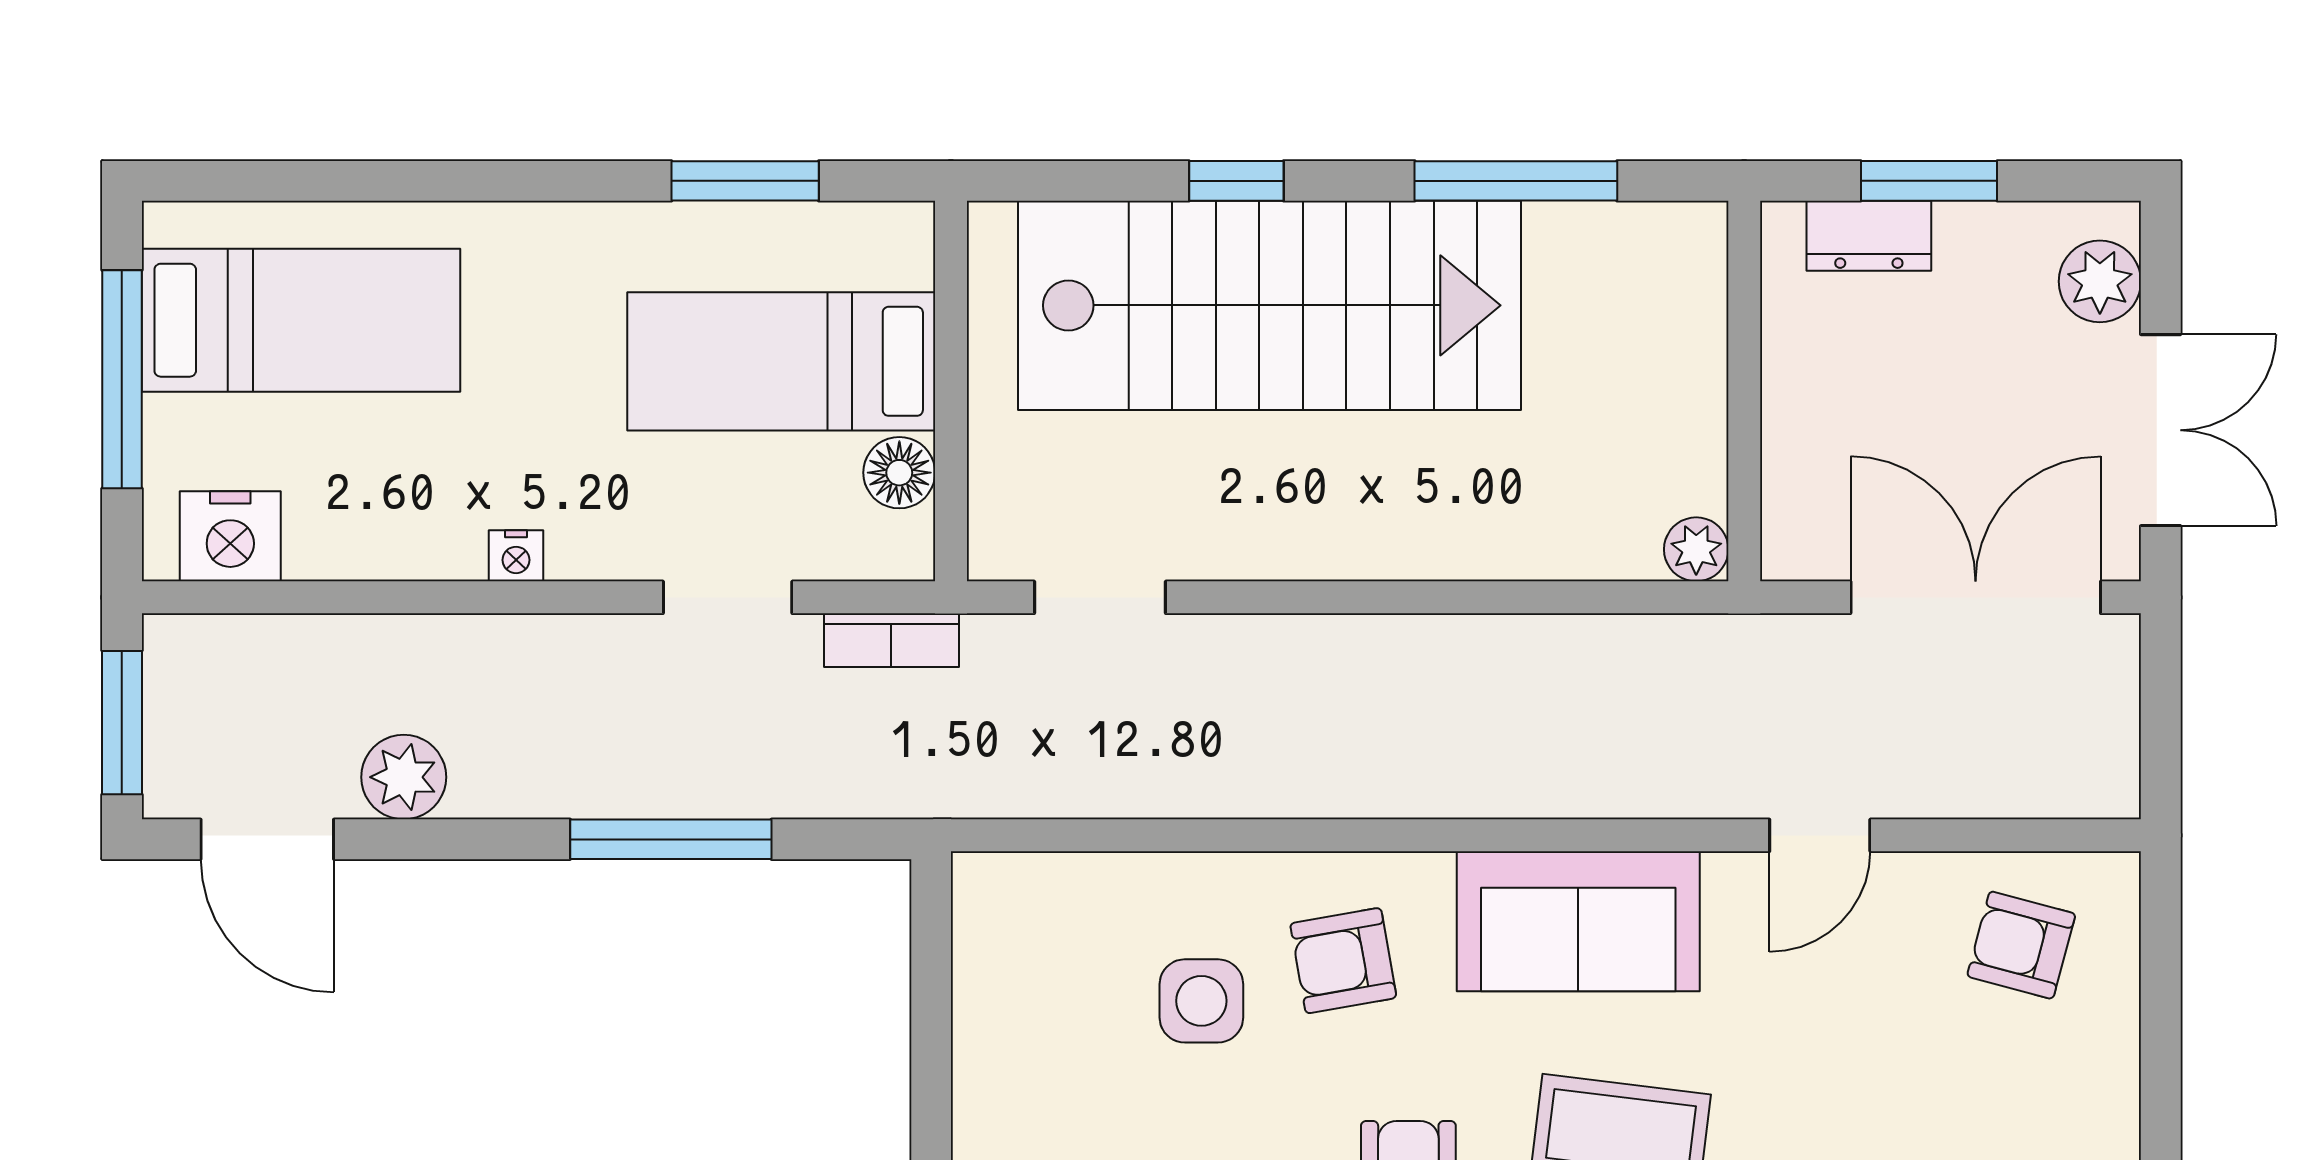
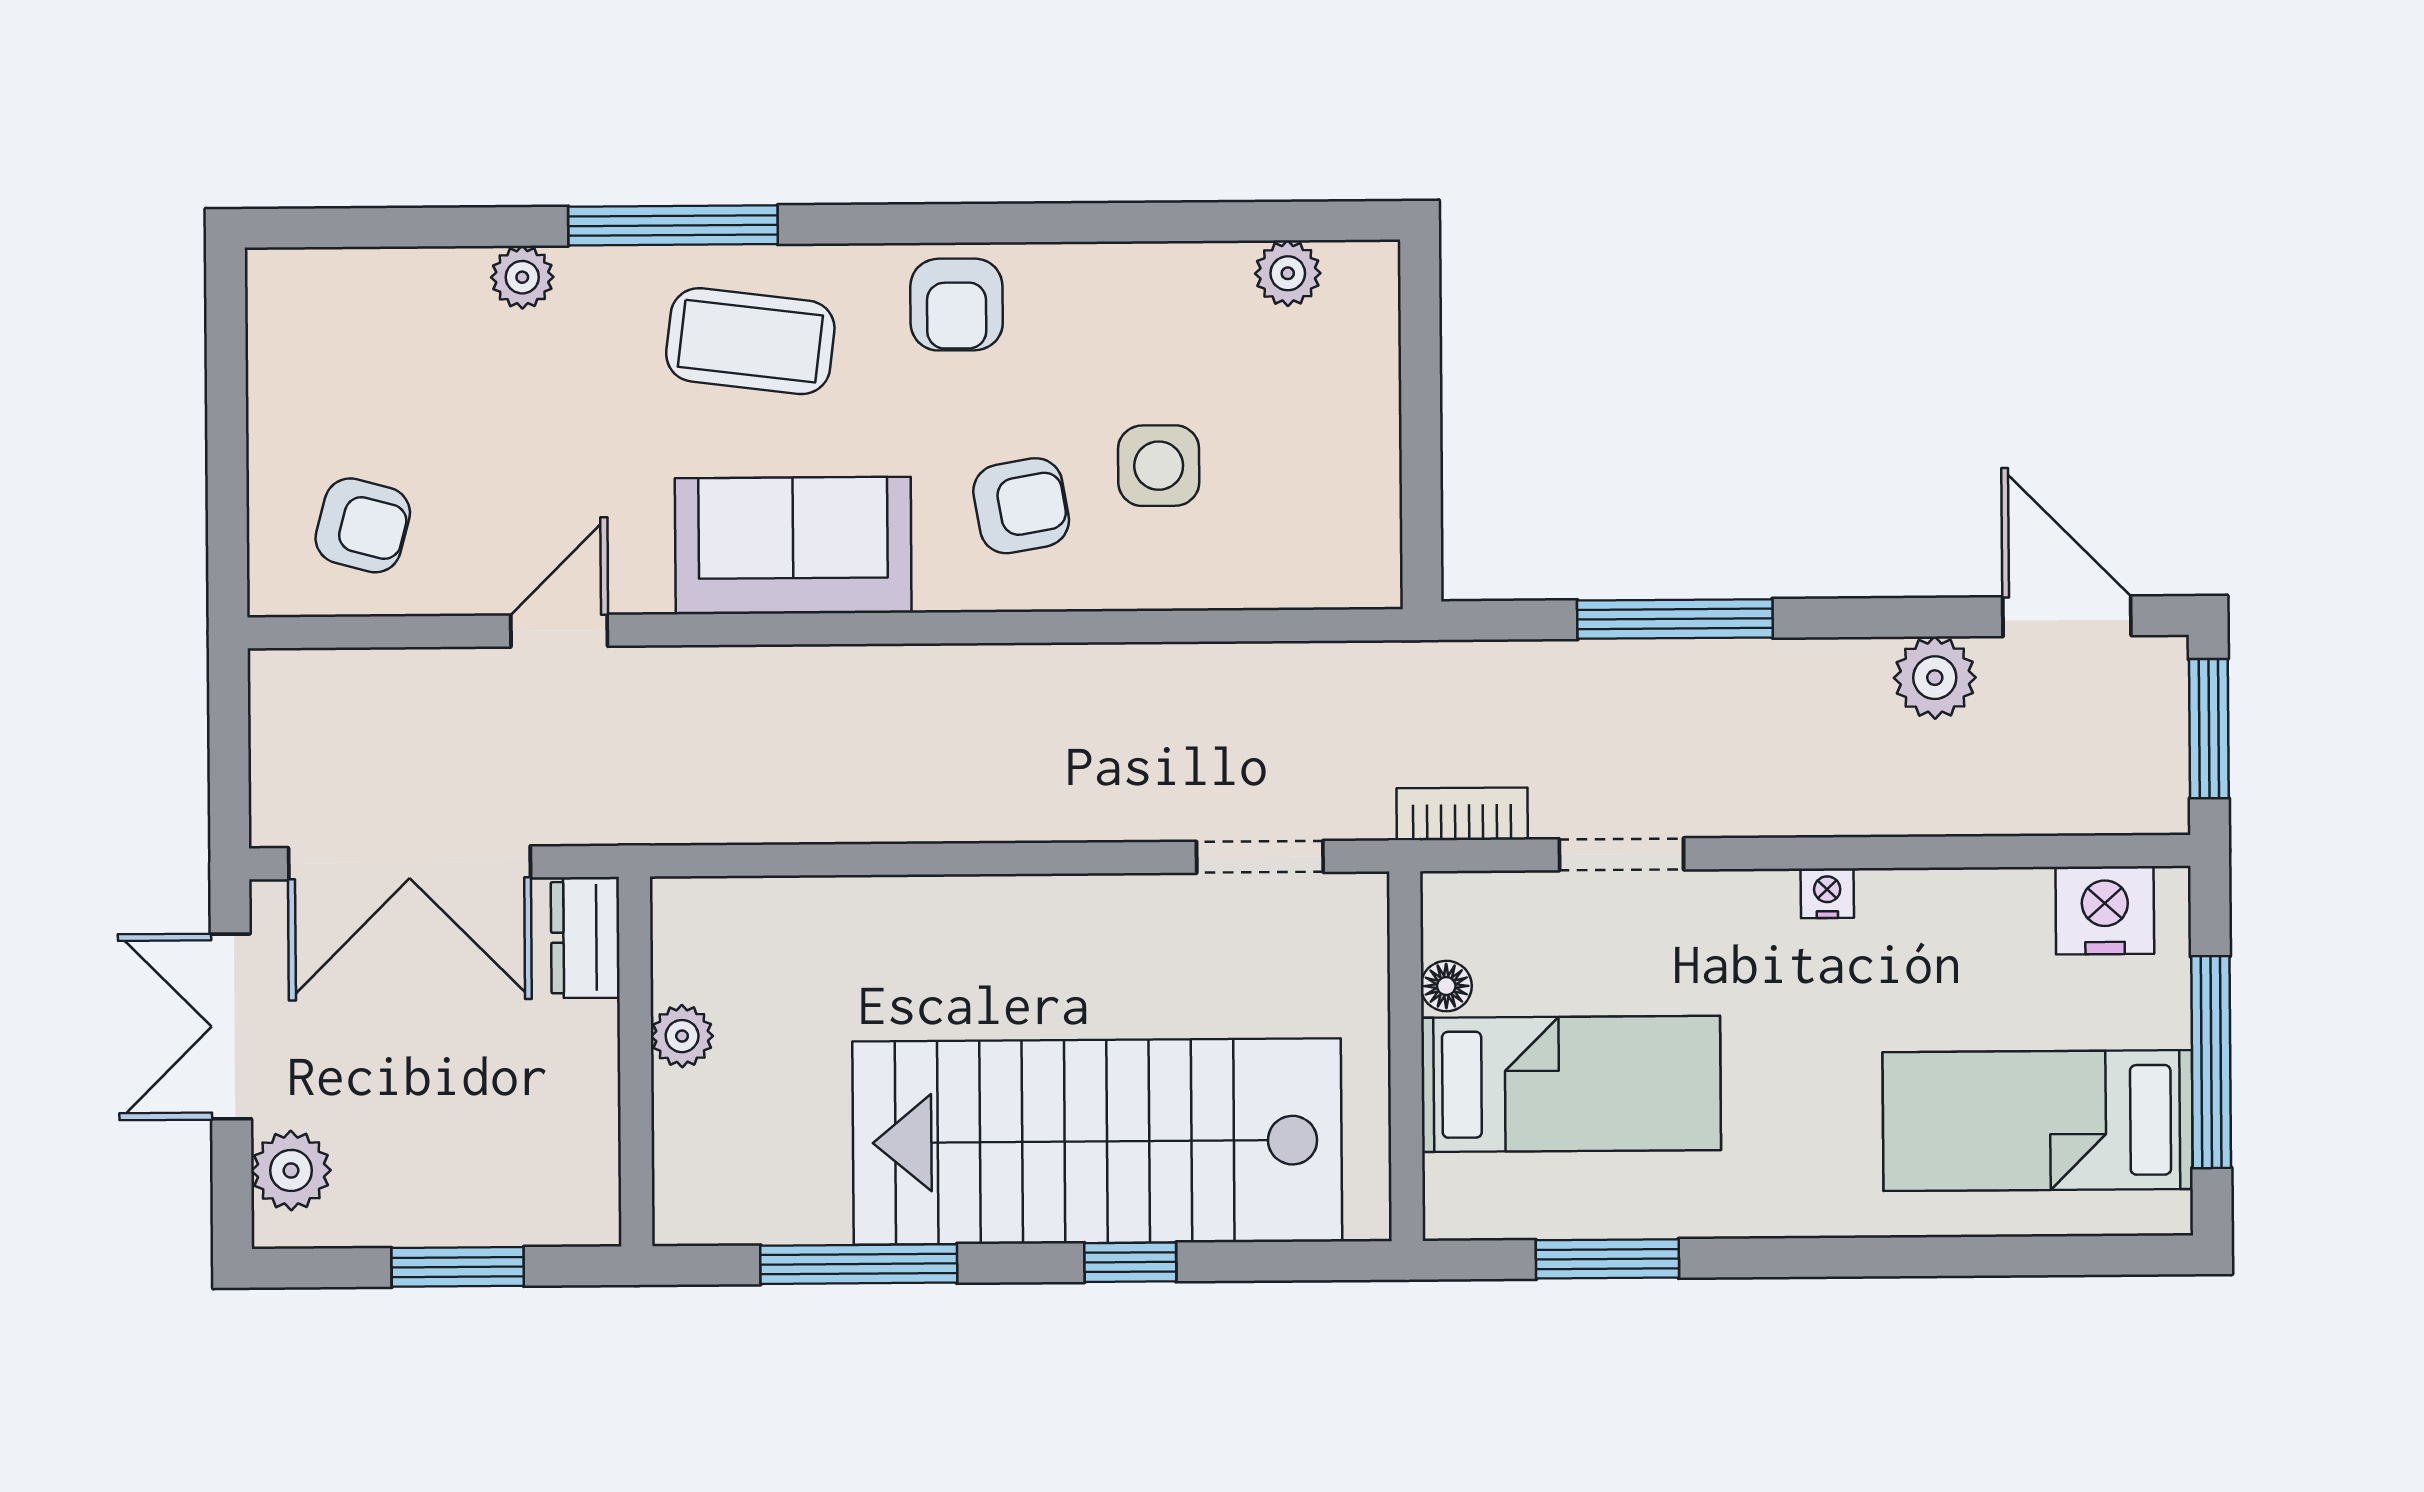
dresser: (1869, 236) -> (585, 938), moved, turned -90
floor lamp: (899, 473) -> (1446, 986), width x0.73, depth x0.73
plant: (1696, 549) -> (682, 1036), moved

